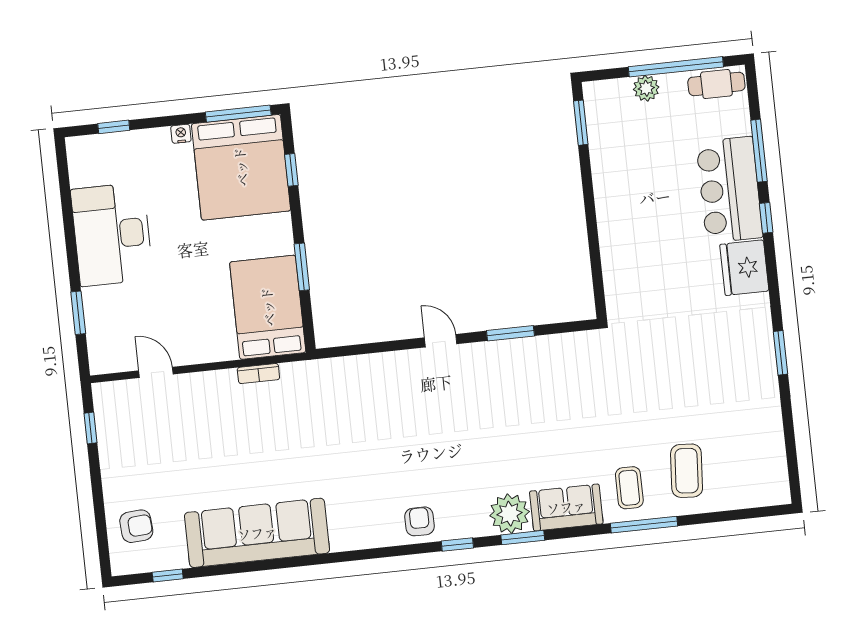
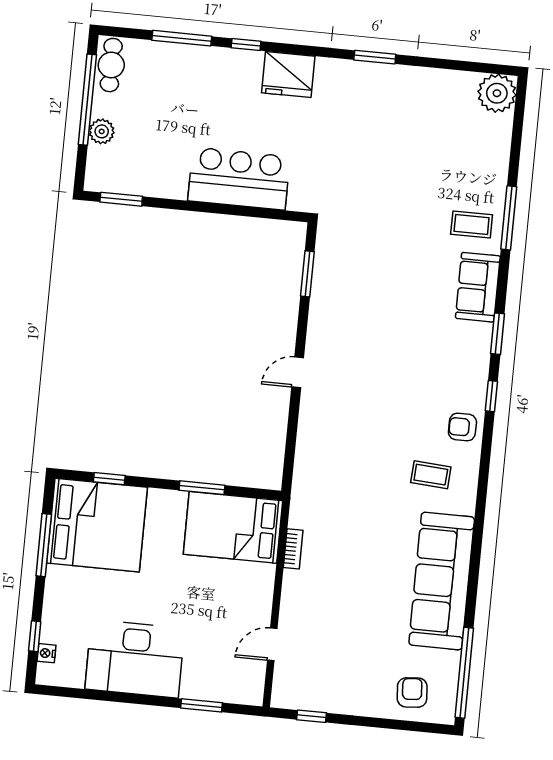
window: (238, 114) -> (44, 545), moved
nightstand: (181, 134) -> (46, 653), moved
bar counter: (729, 190) -> (239, 179), moved, turned 180
window: (510, 333) -> (307, 274), moved
coffee table: (687, 471) -> (431, 475), moved, width x0.73, depth x0.77
plant: (510, 514) -> (497, 93), moved
window: (168, 575) -> (464, 673), width x3.17

